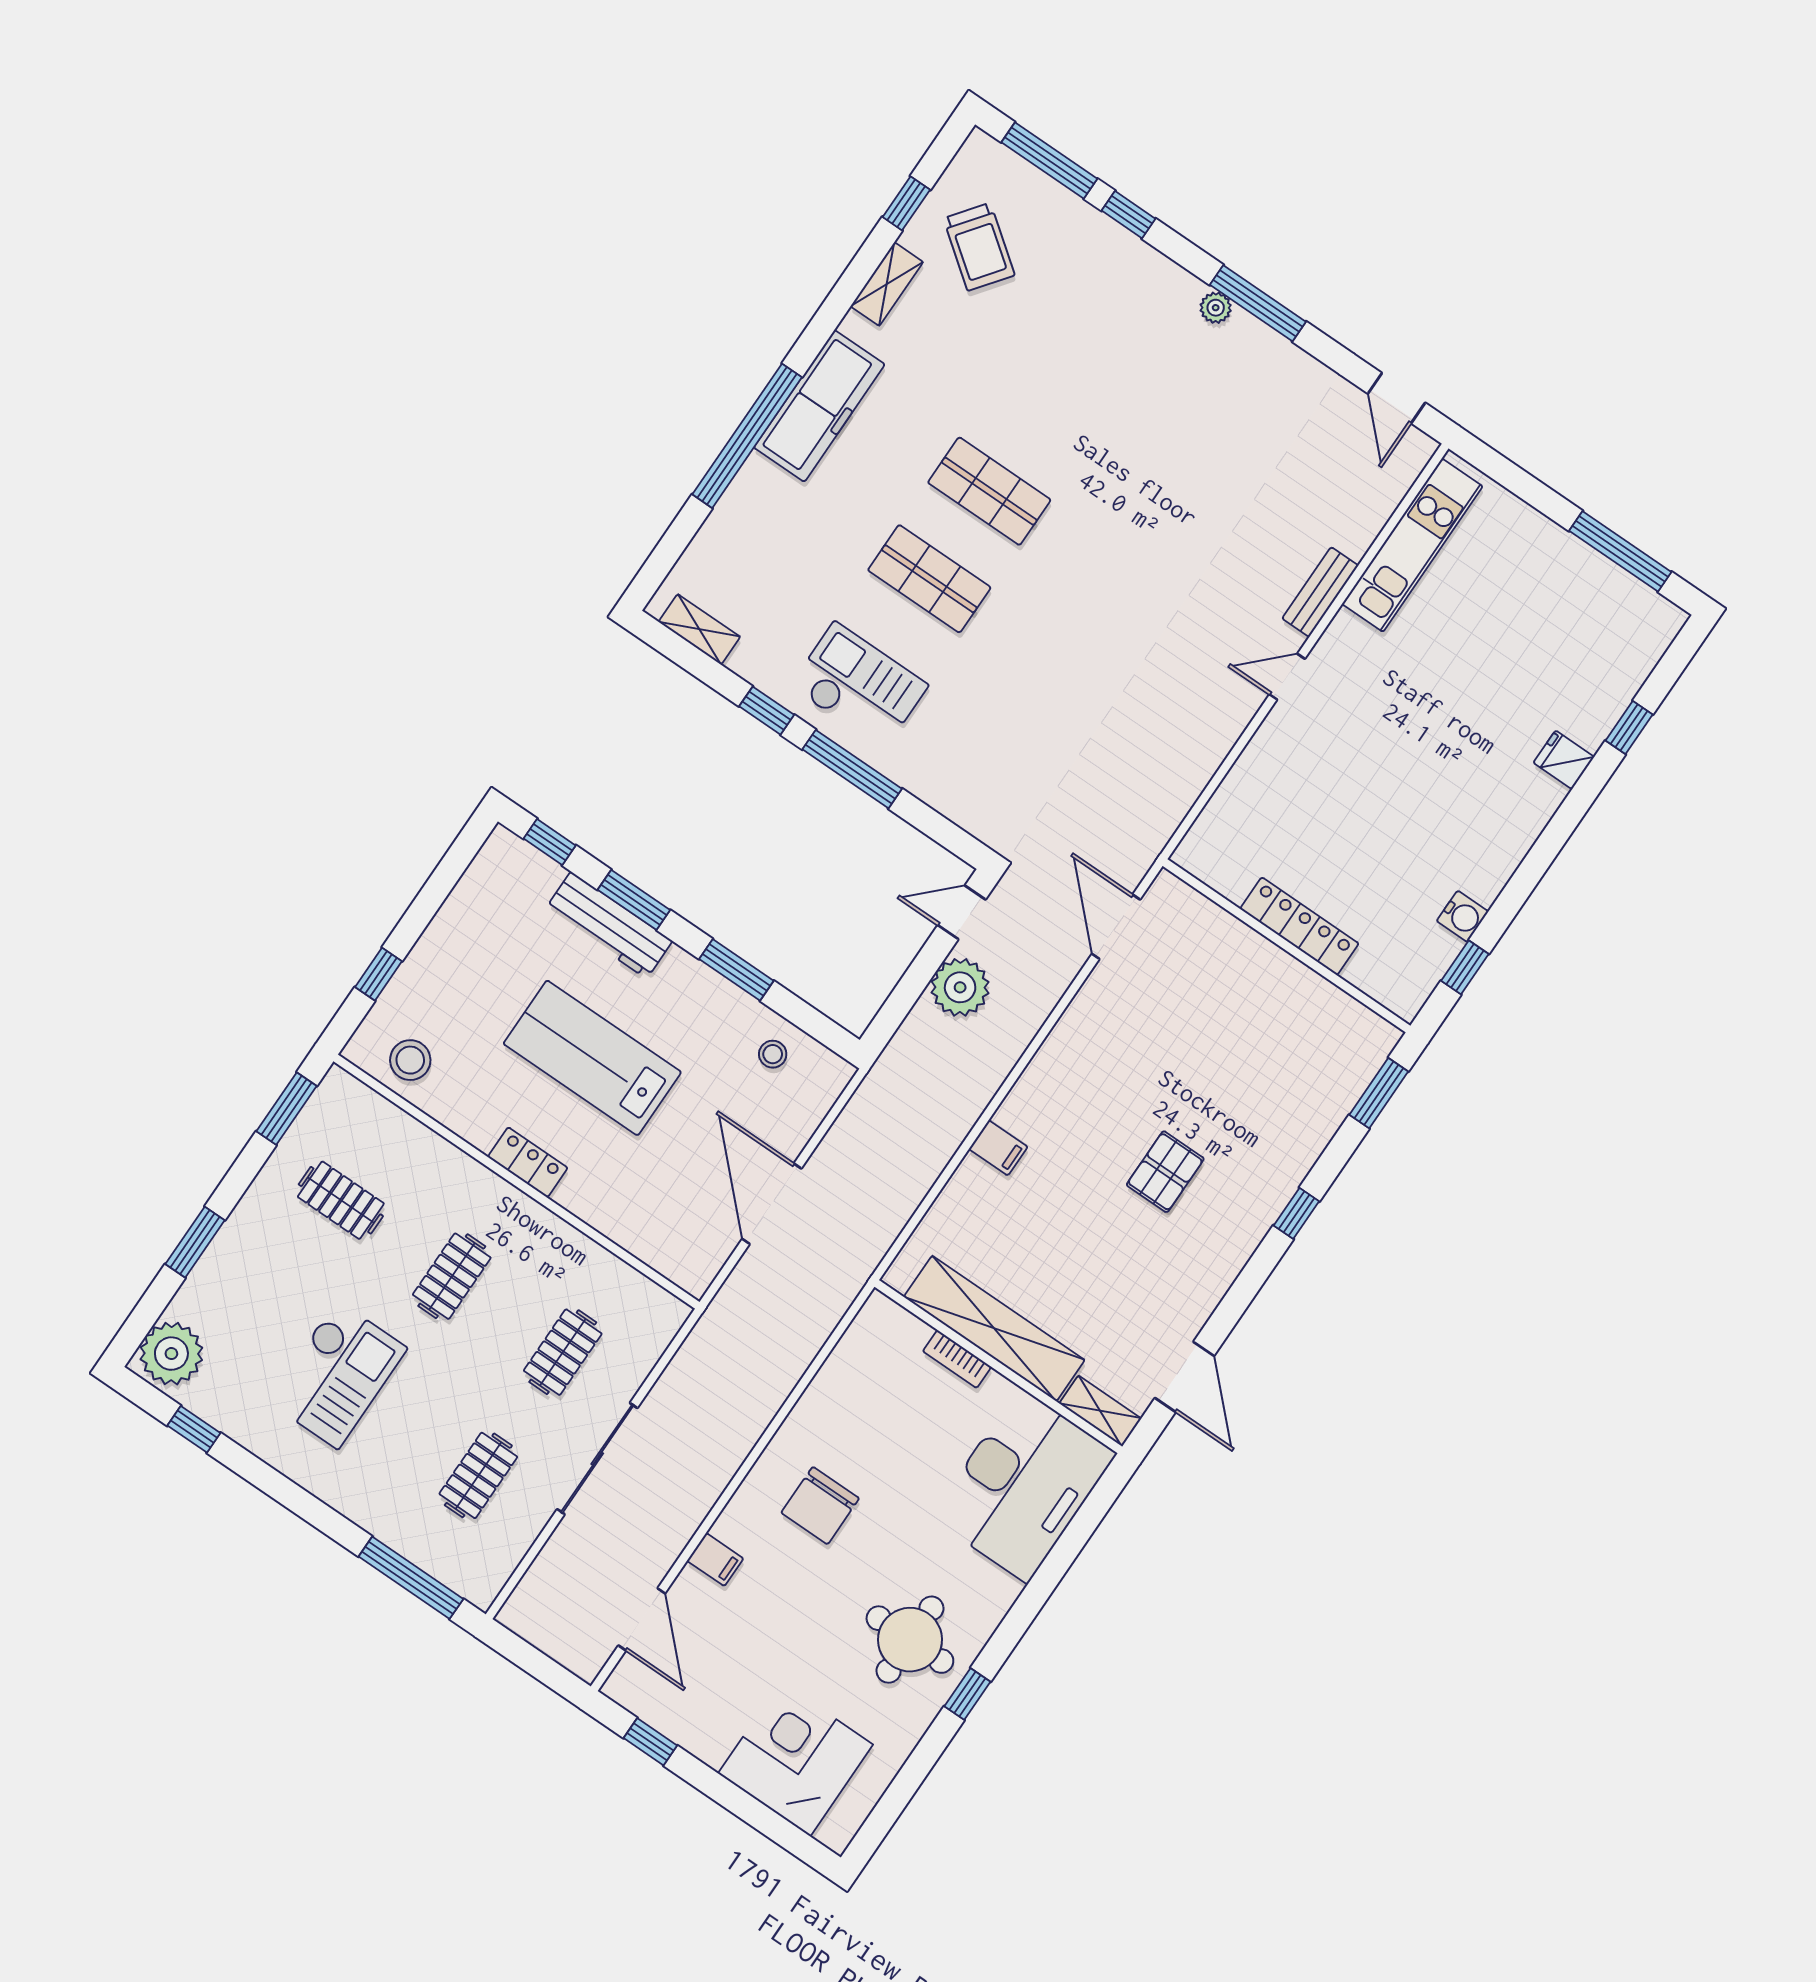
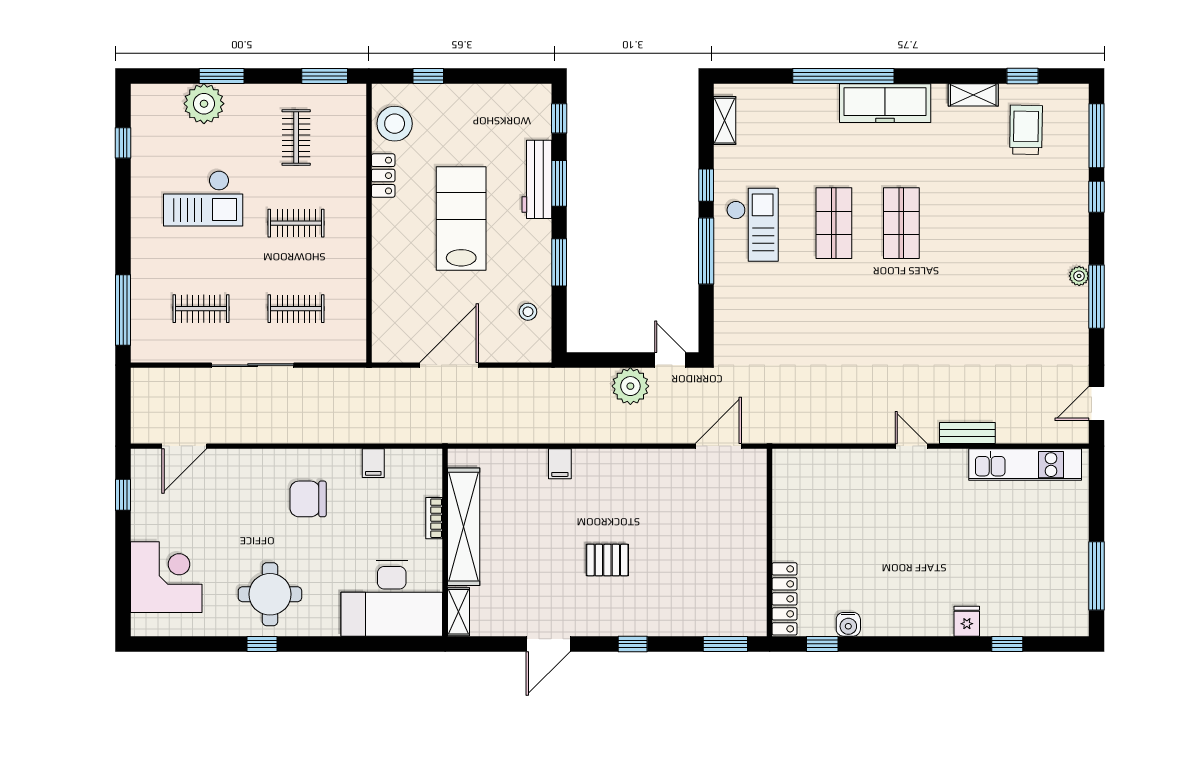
trolley: (979, 247) -> (1026, 130), turned 144
locker: (1299, 926) -> (784, 599), moved
stool: (410, 1060) -> (395, 124), width x1.38, depth x1.38
locker: (528, 1162) -> (383, 176), moved
plant: (171, 1354) -> (204, 104), moved
door: (1184, 1377) -> (548, 644), moved
filing cabinet: (715, 1560) -> (373, 463), moved

